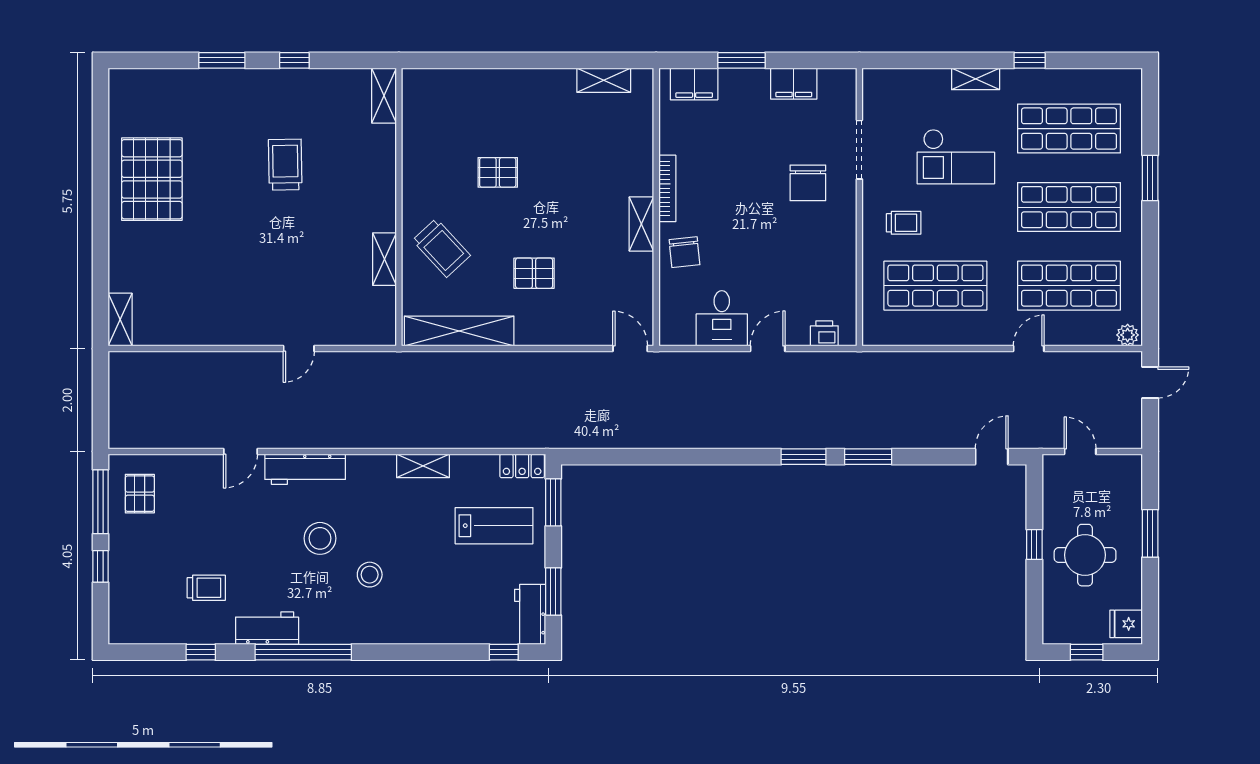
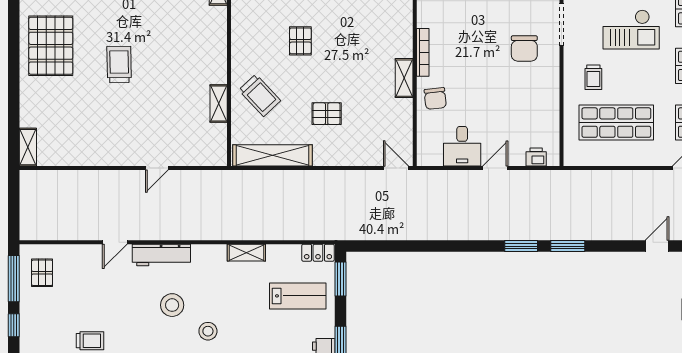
trolley: (285, 165) -> (119, 65), moved
pallet: (498, 172) -> (300, 41), turned 90
trolley: (904, 223) -> (593, 77), turned 90

